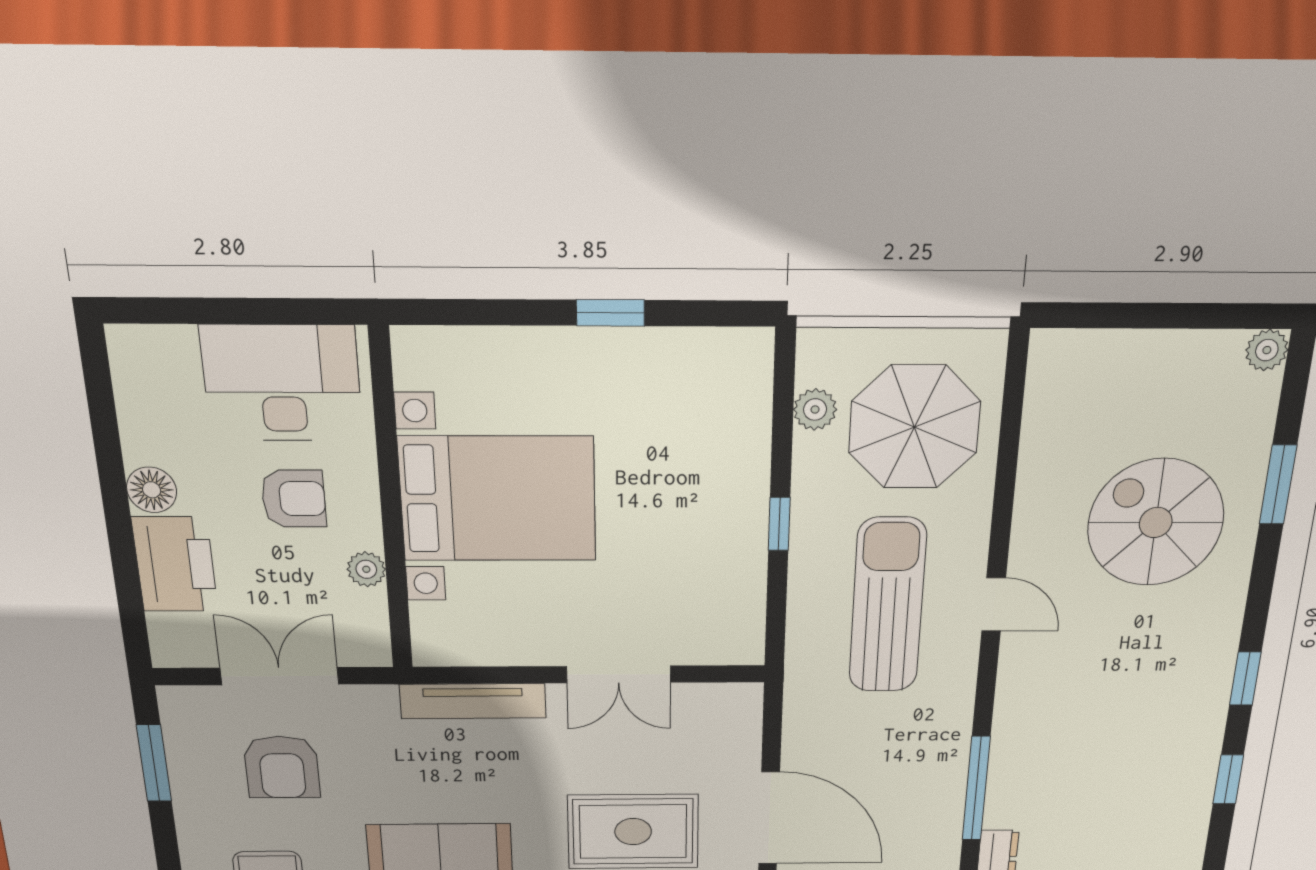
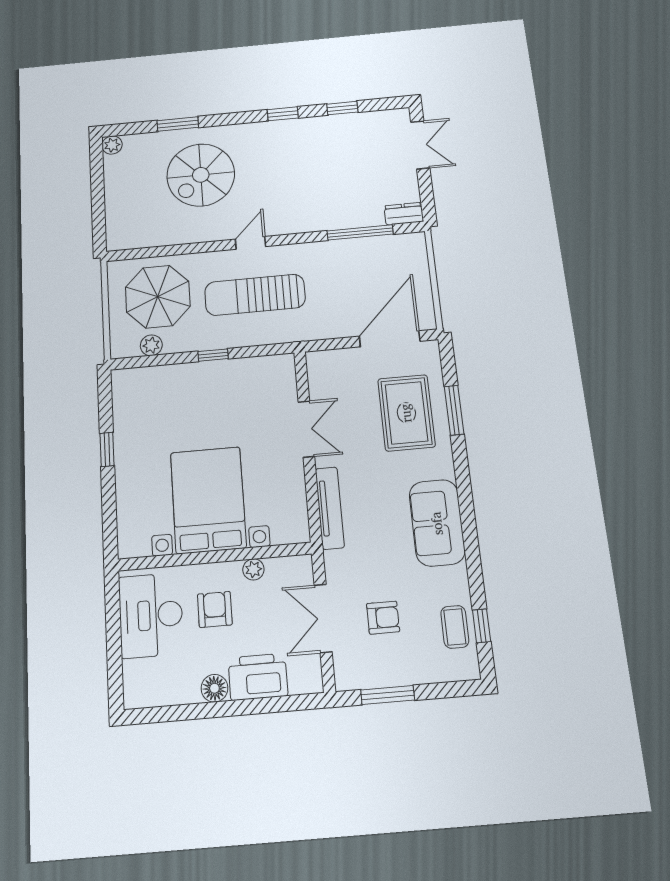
armchair: (282, 767) -> (383, 618), width x0.72, depth x0.72

